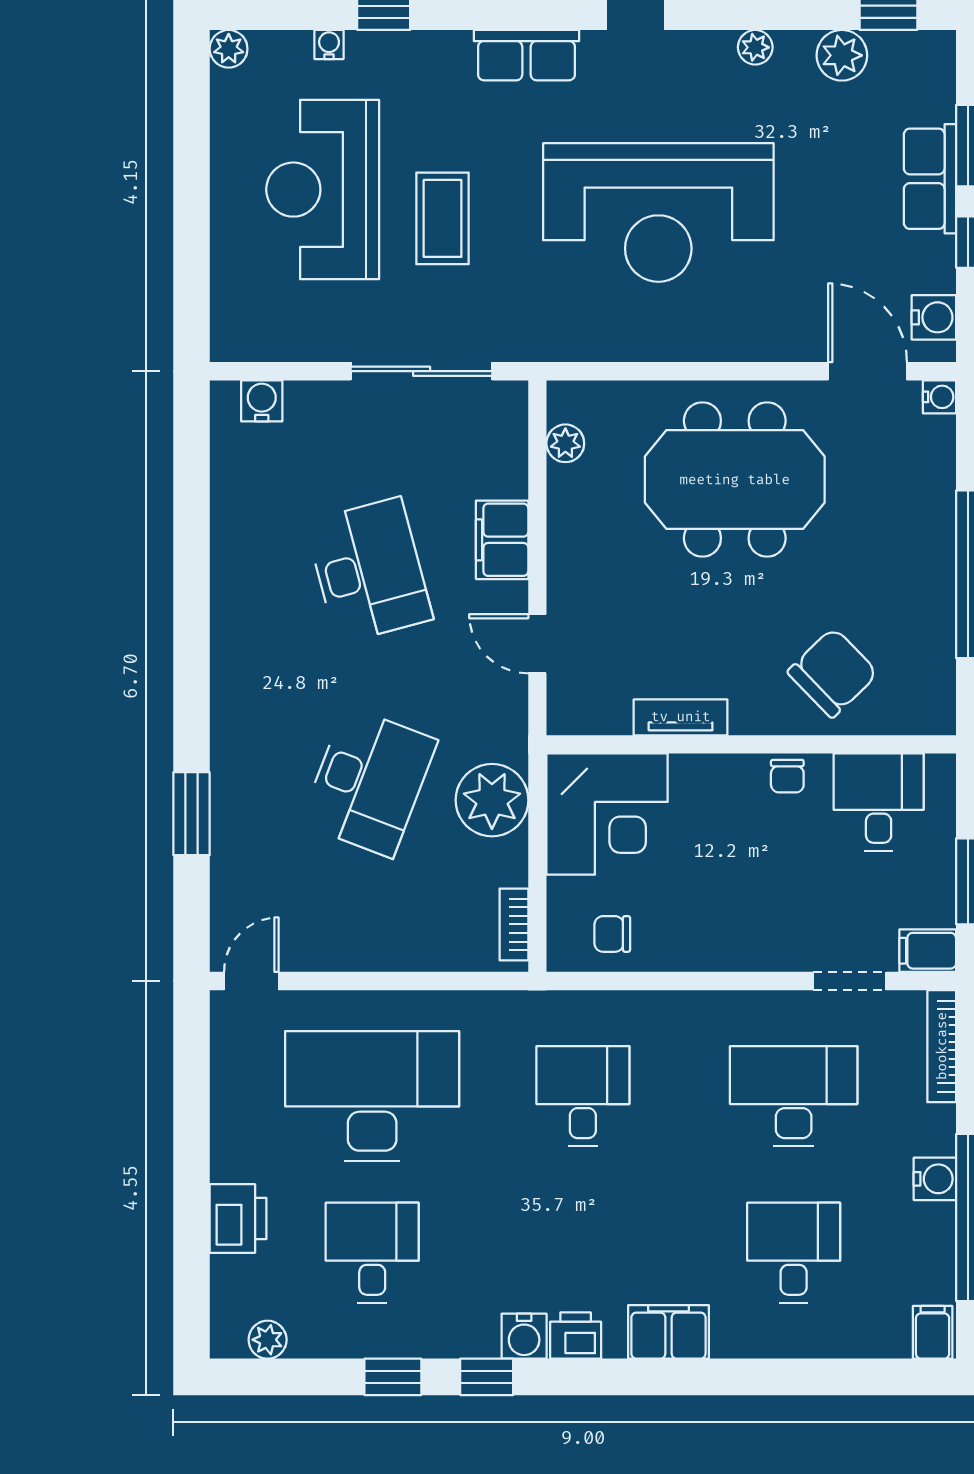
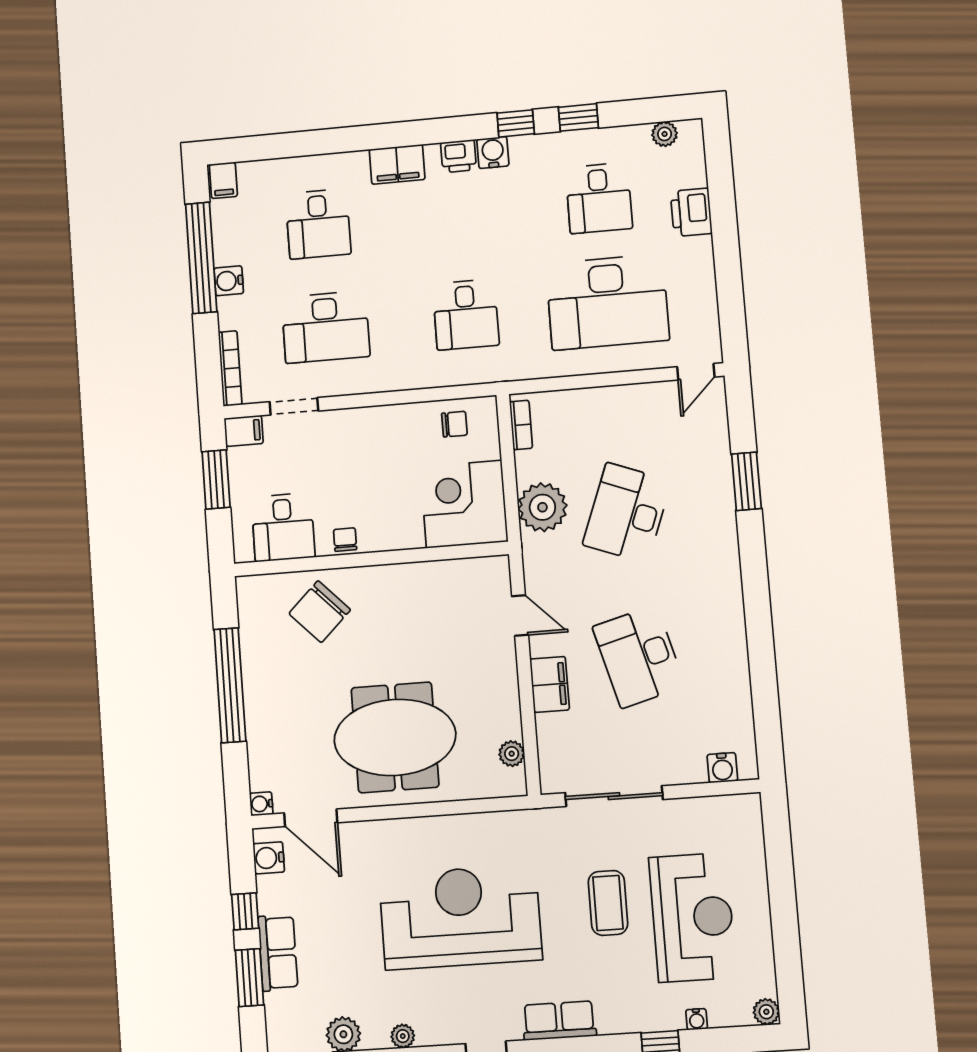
tv unit: (681, 717) -> (420, 573), removed

